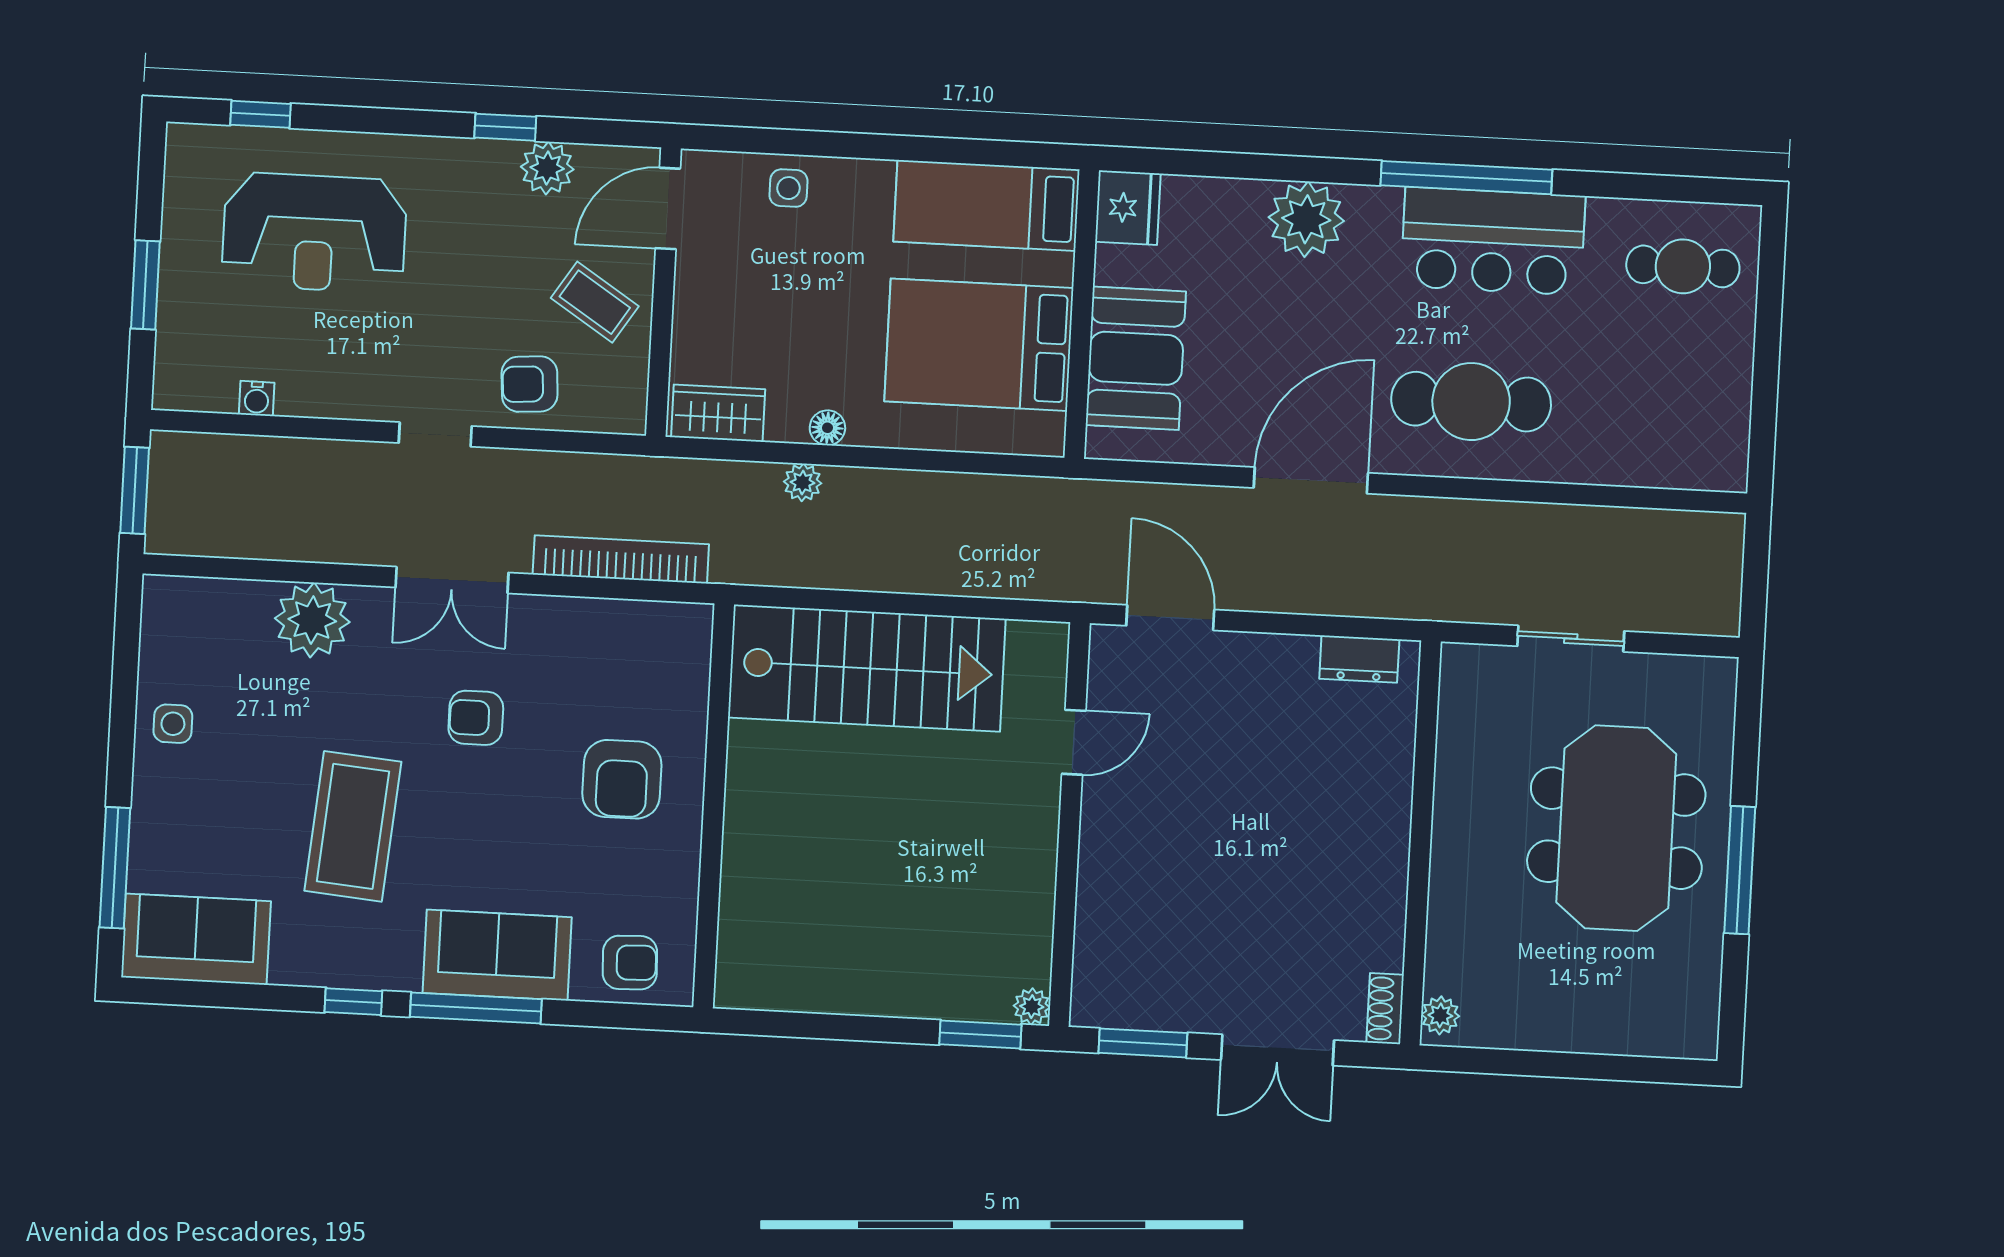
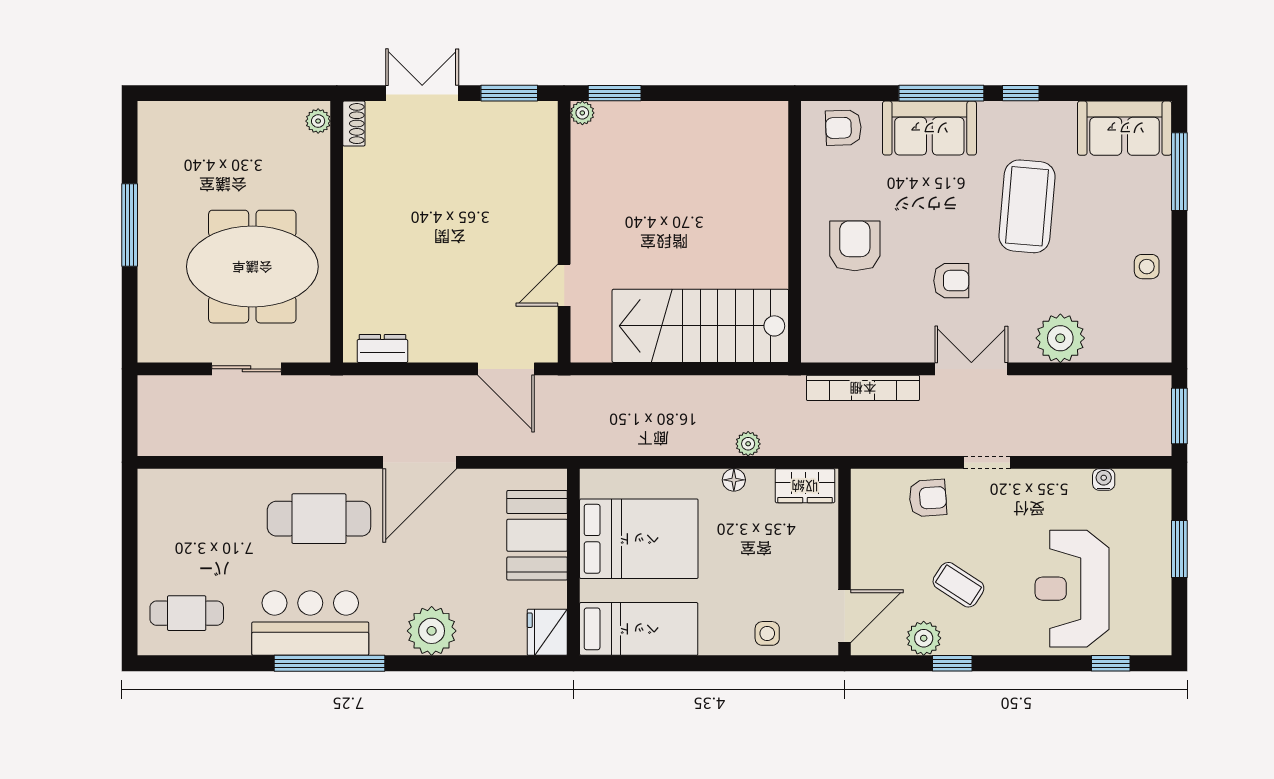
reception desk: (314, 233) -> (1072, 589), turned -90
coffee table: (595, 302) -> (958, 585), moved
meeting table: (1616, 828) -> (252, 267), moved, turned 90

